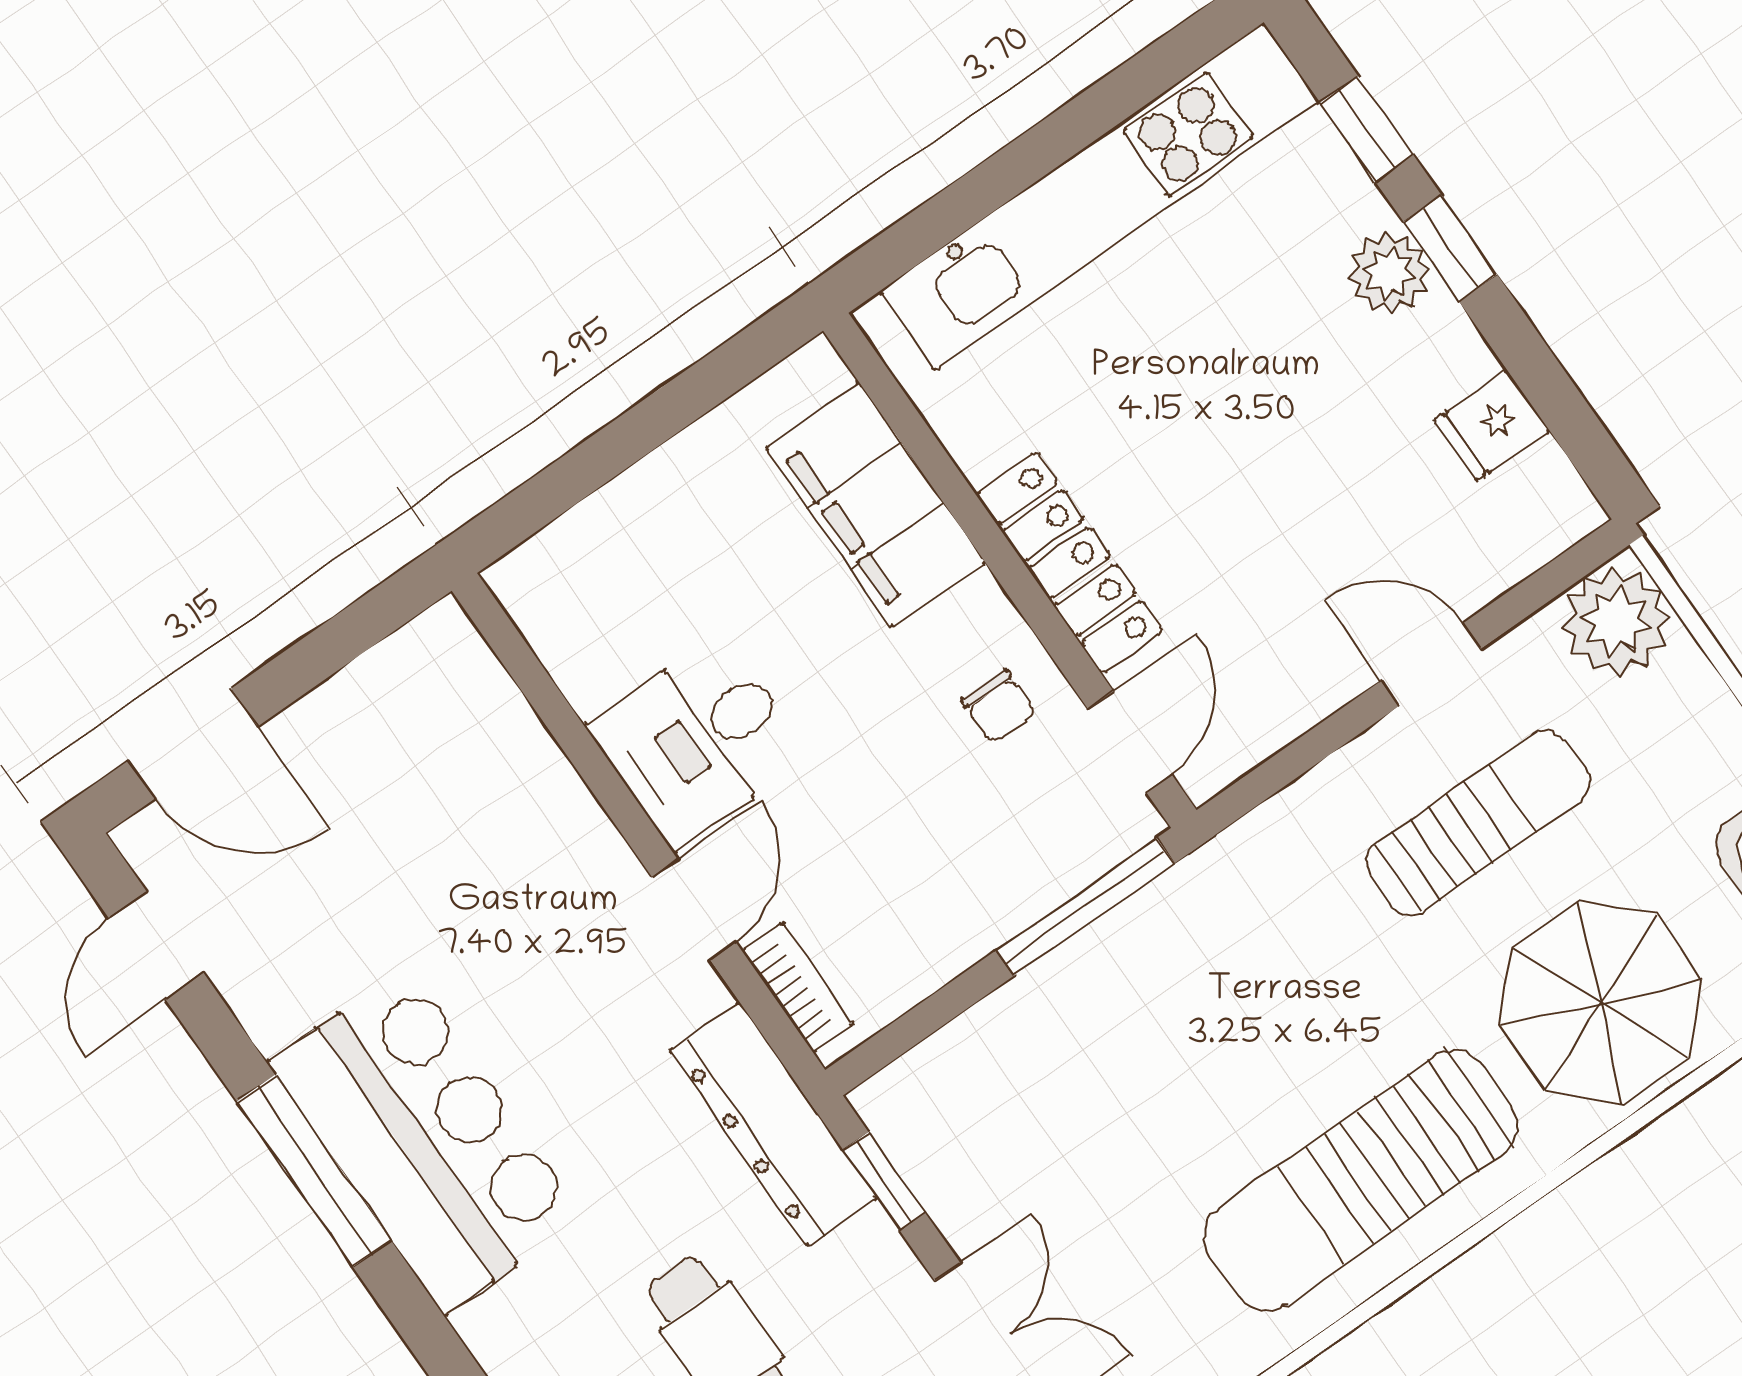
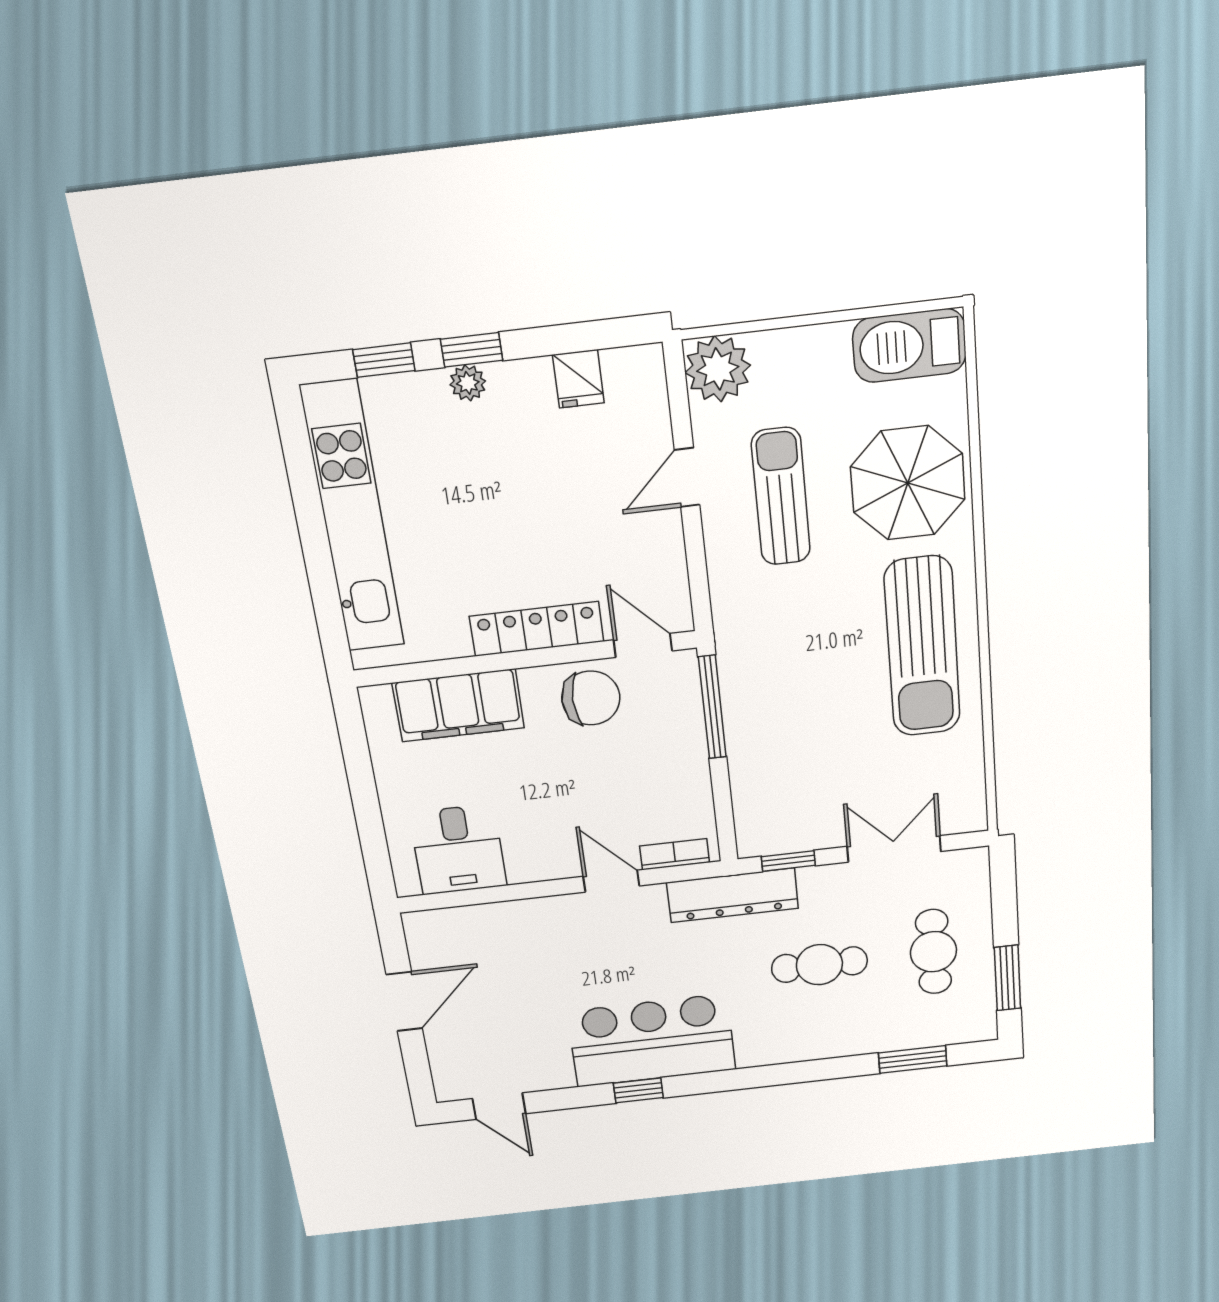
plant: (1389, 273) -> (468, 383), width x0.73, depth x0.73
chair: (999, 707) -> (591, 698), width x1.87, depth x1.87
desk: (698, 741) -> (458, 849), moved
door: (193, 744) -> (404, 1001), moved
window: (314, 1171) -> (638, 1090), width x0.46

